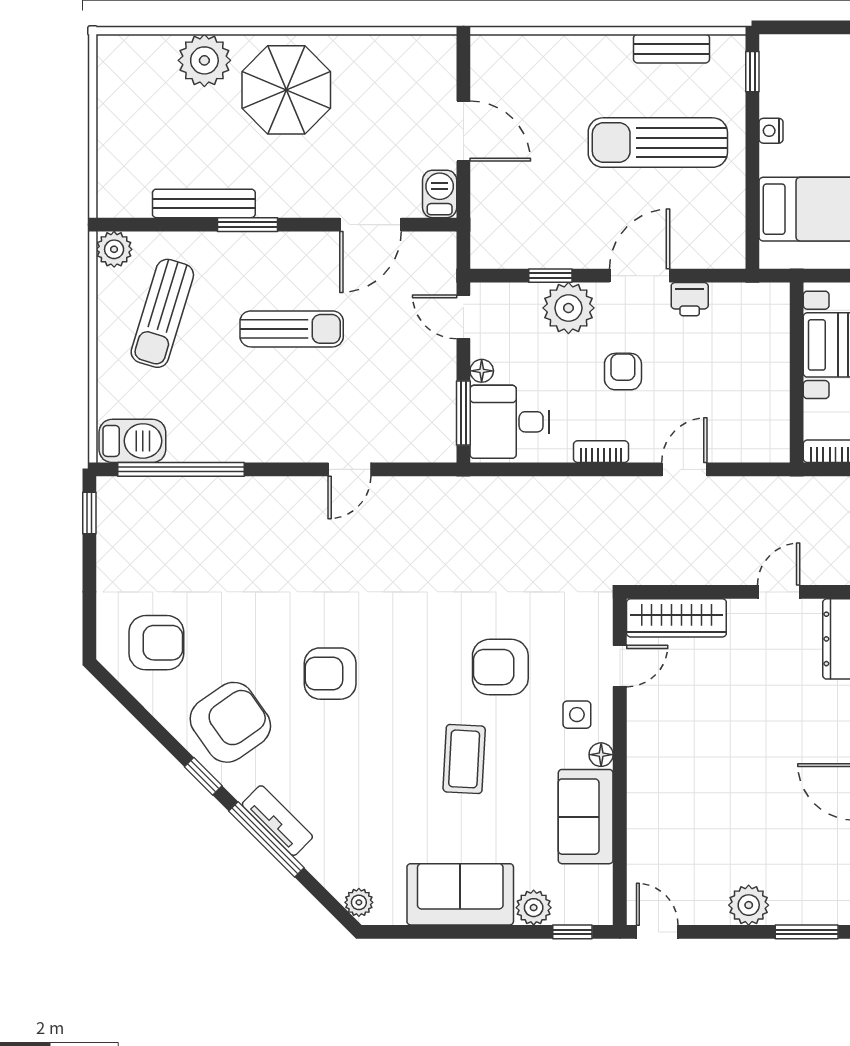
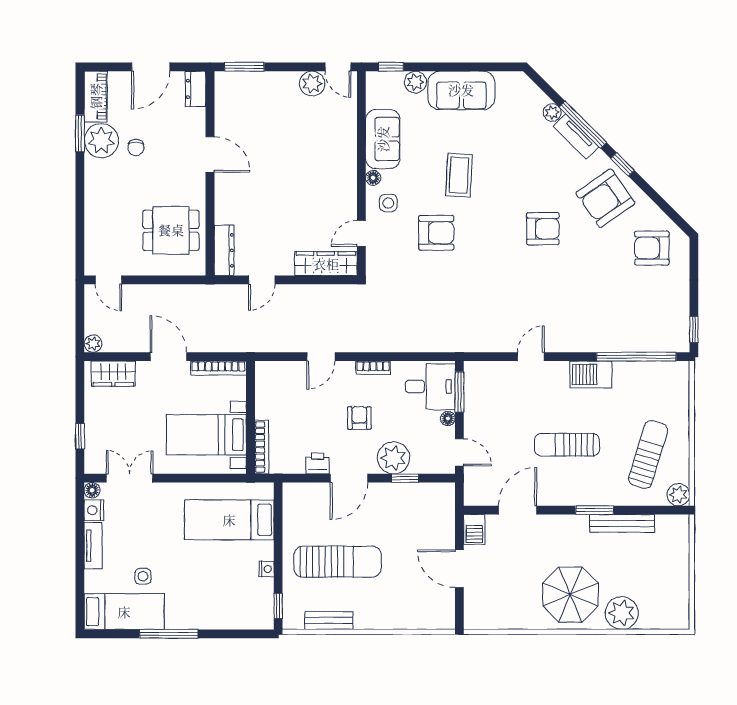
bookcase: (779, 325) -> (262, 447), added
armchair: (623, 372) -> (359, 418), turned 180
barbecue: (132, 441) -> (591, 375), moved
plant: (359, 902) -> (552, 113), moved
plant: (749, 905) -> (312, 84), moved

